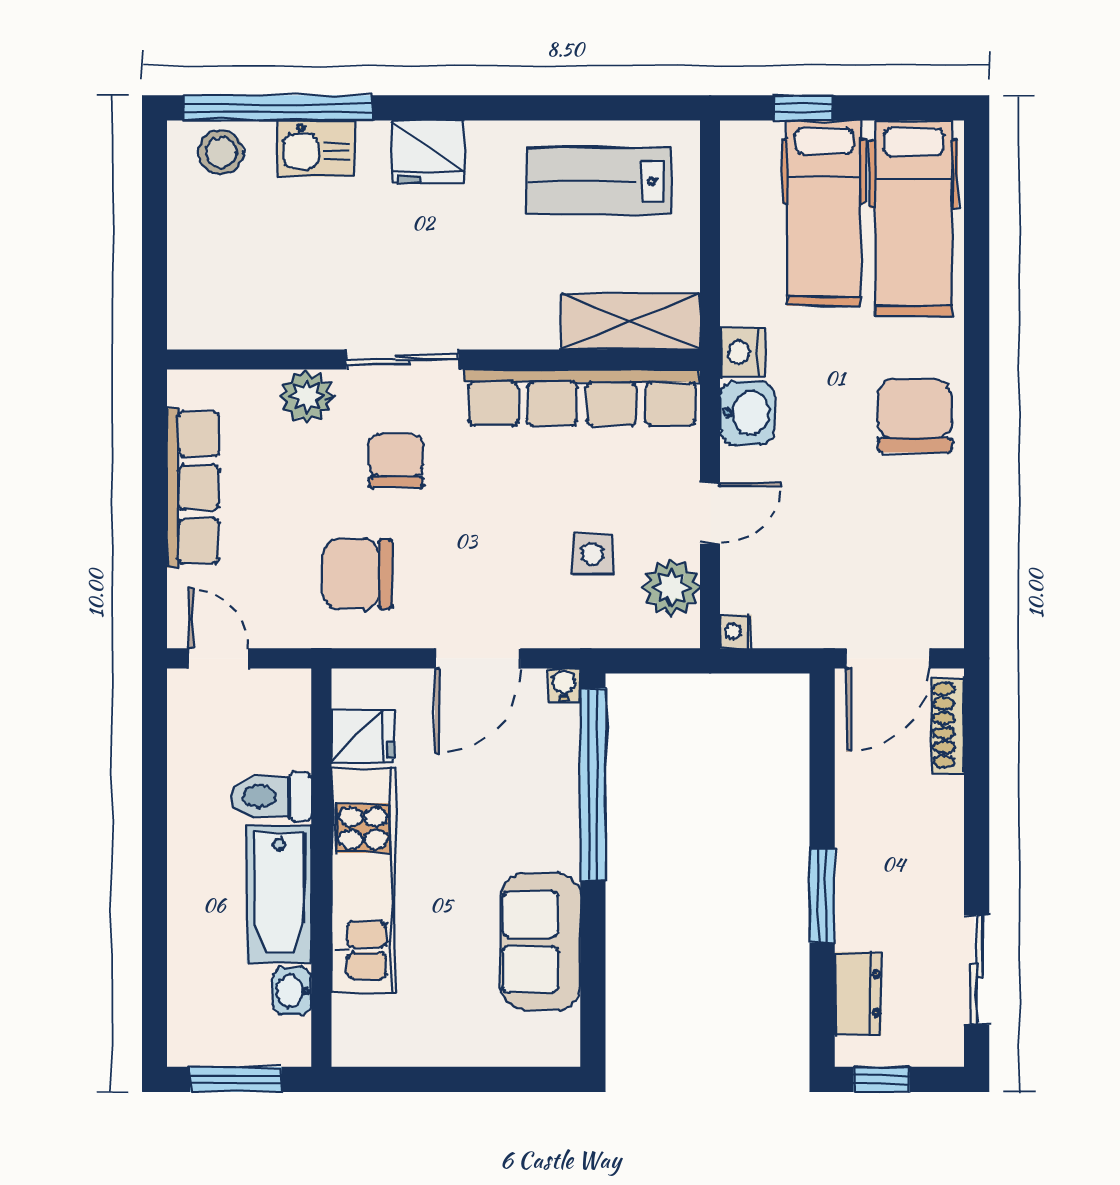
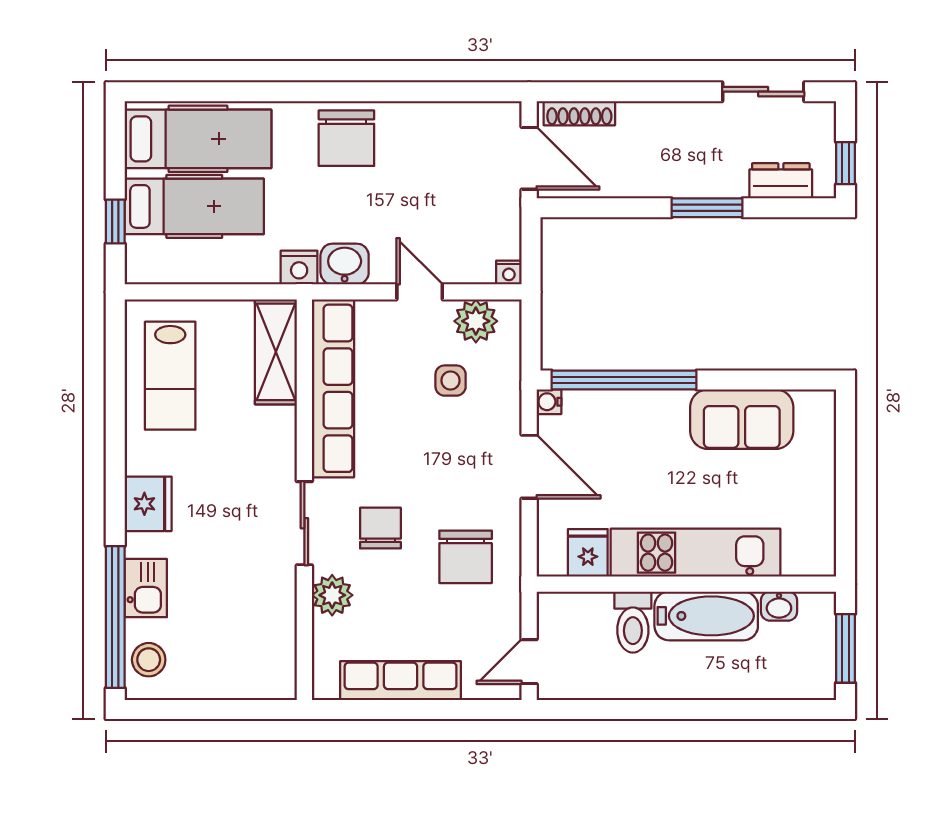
chair: (915, 416) -> (346, 138), turned -90
chair: (396, 461) -> (380, 528), turned 90

